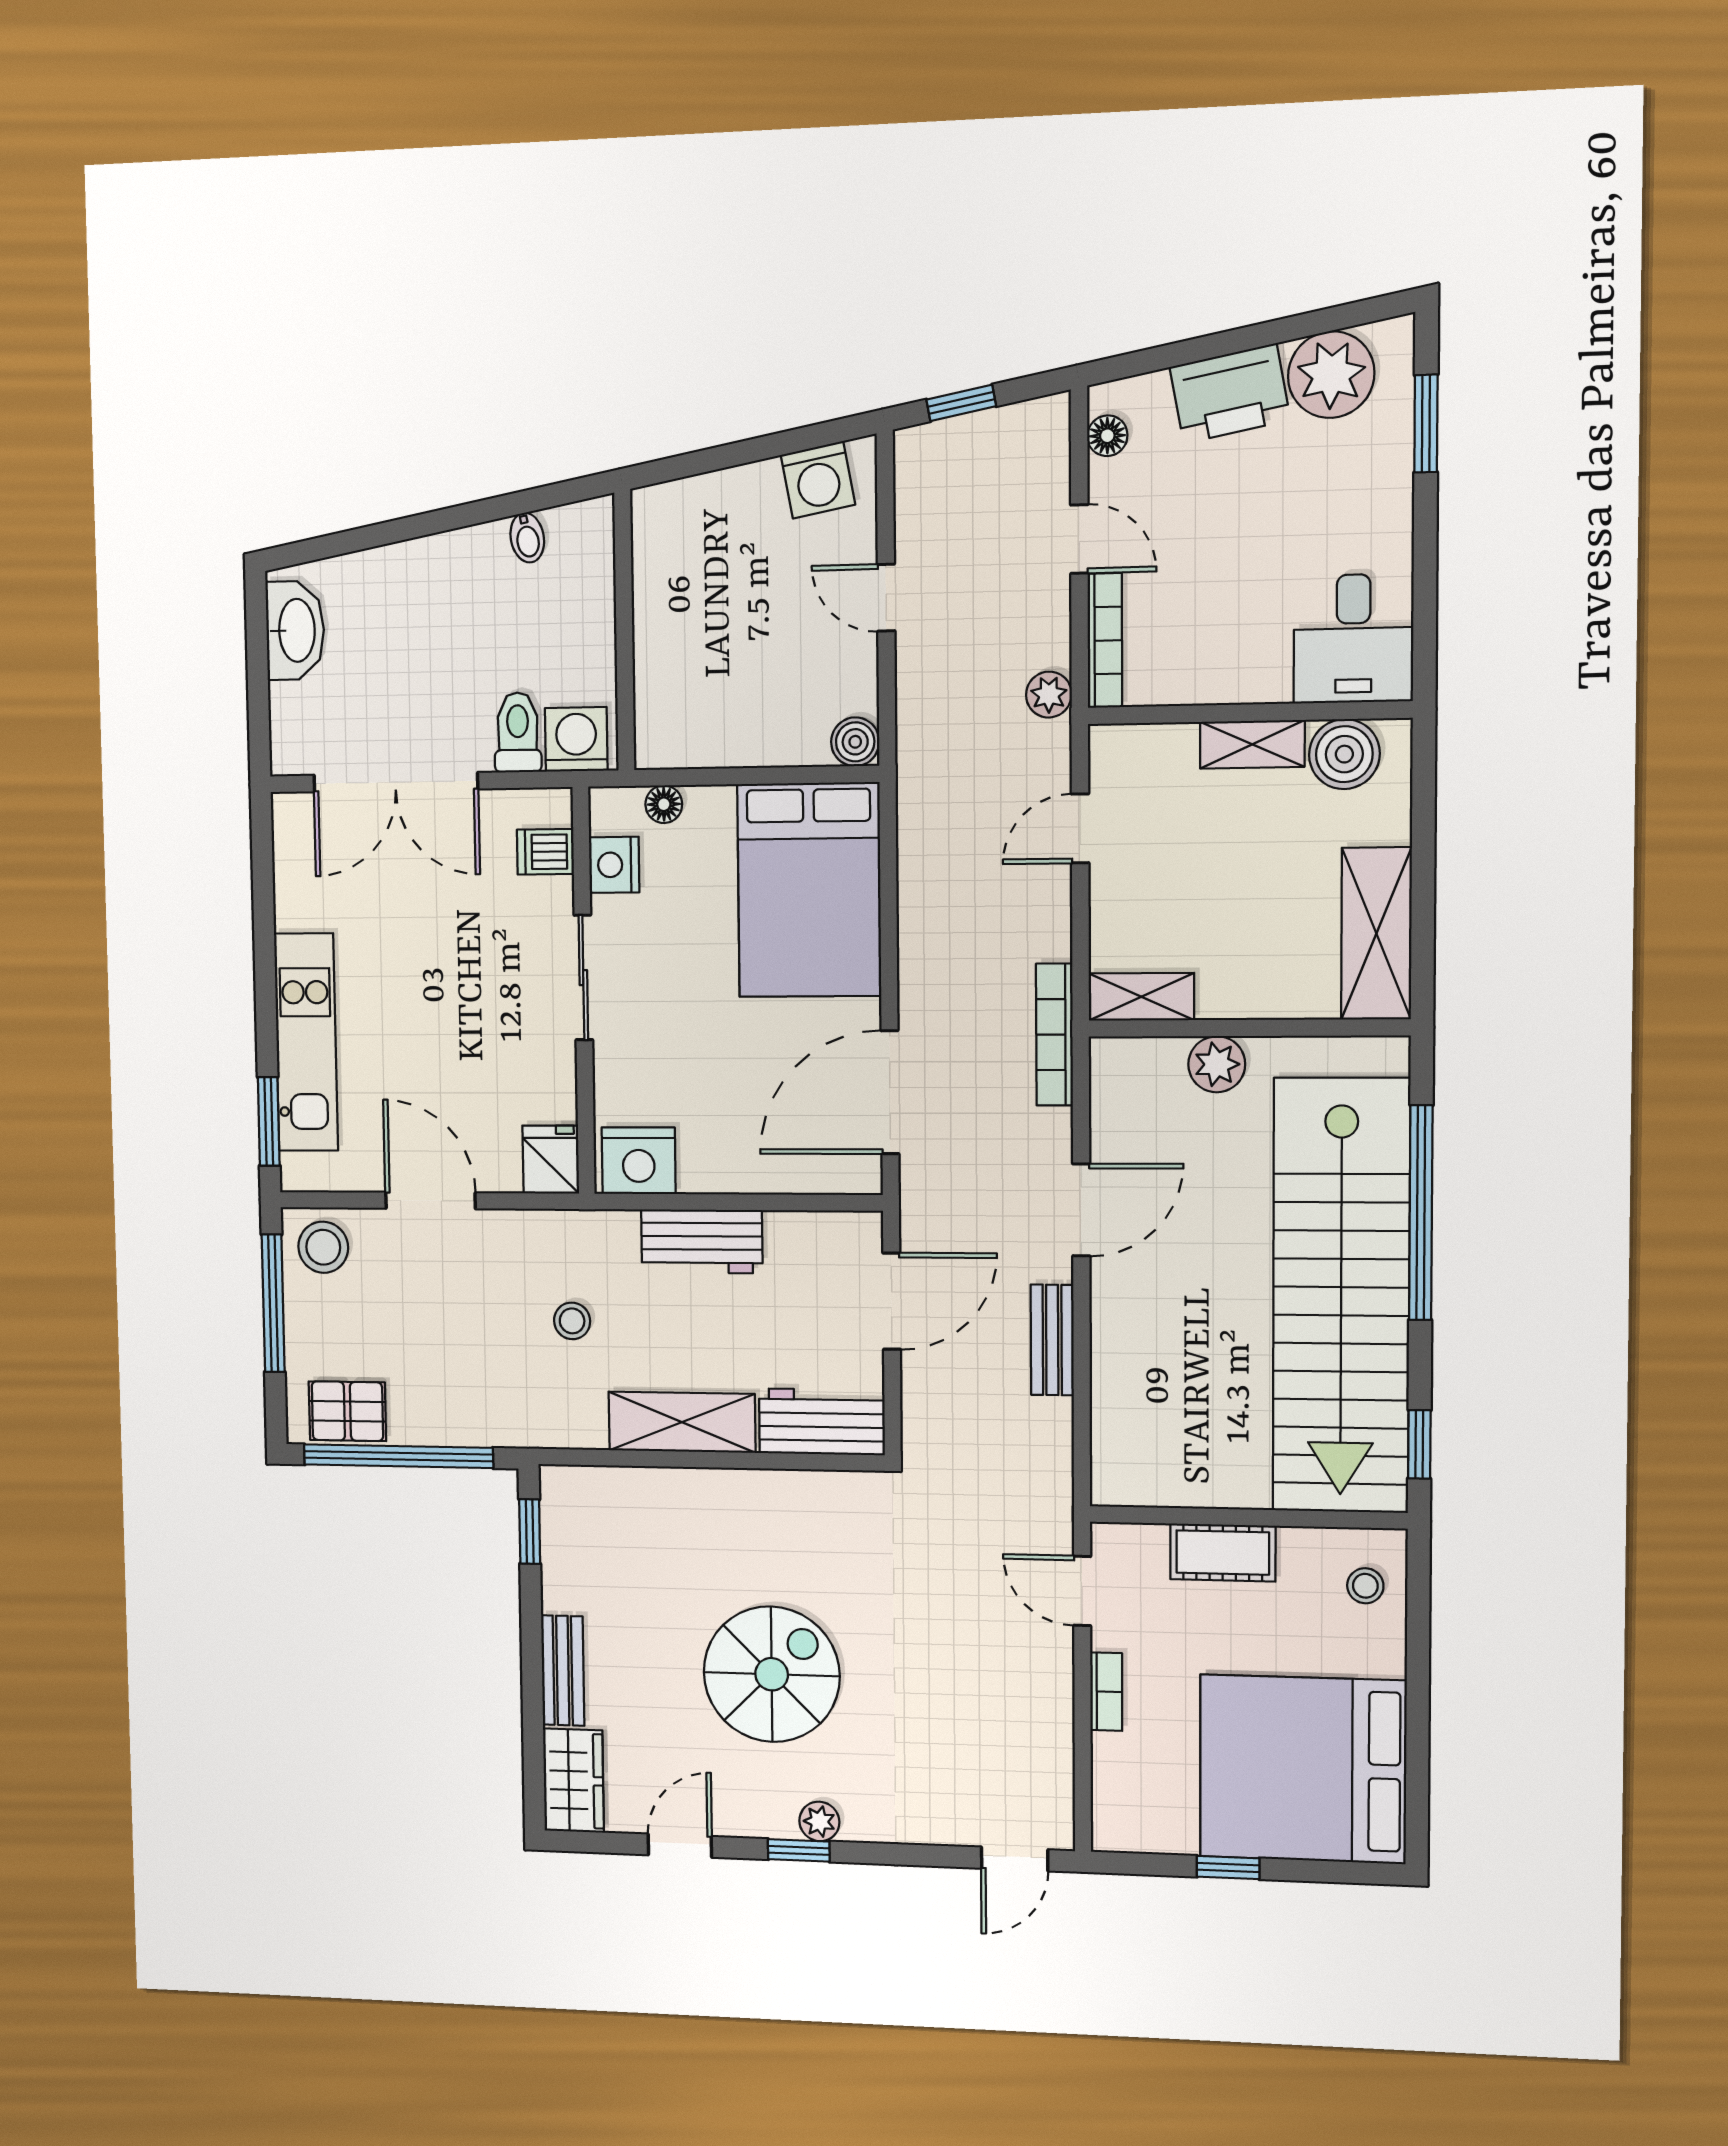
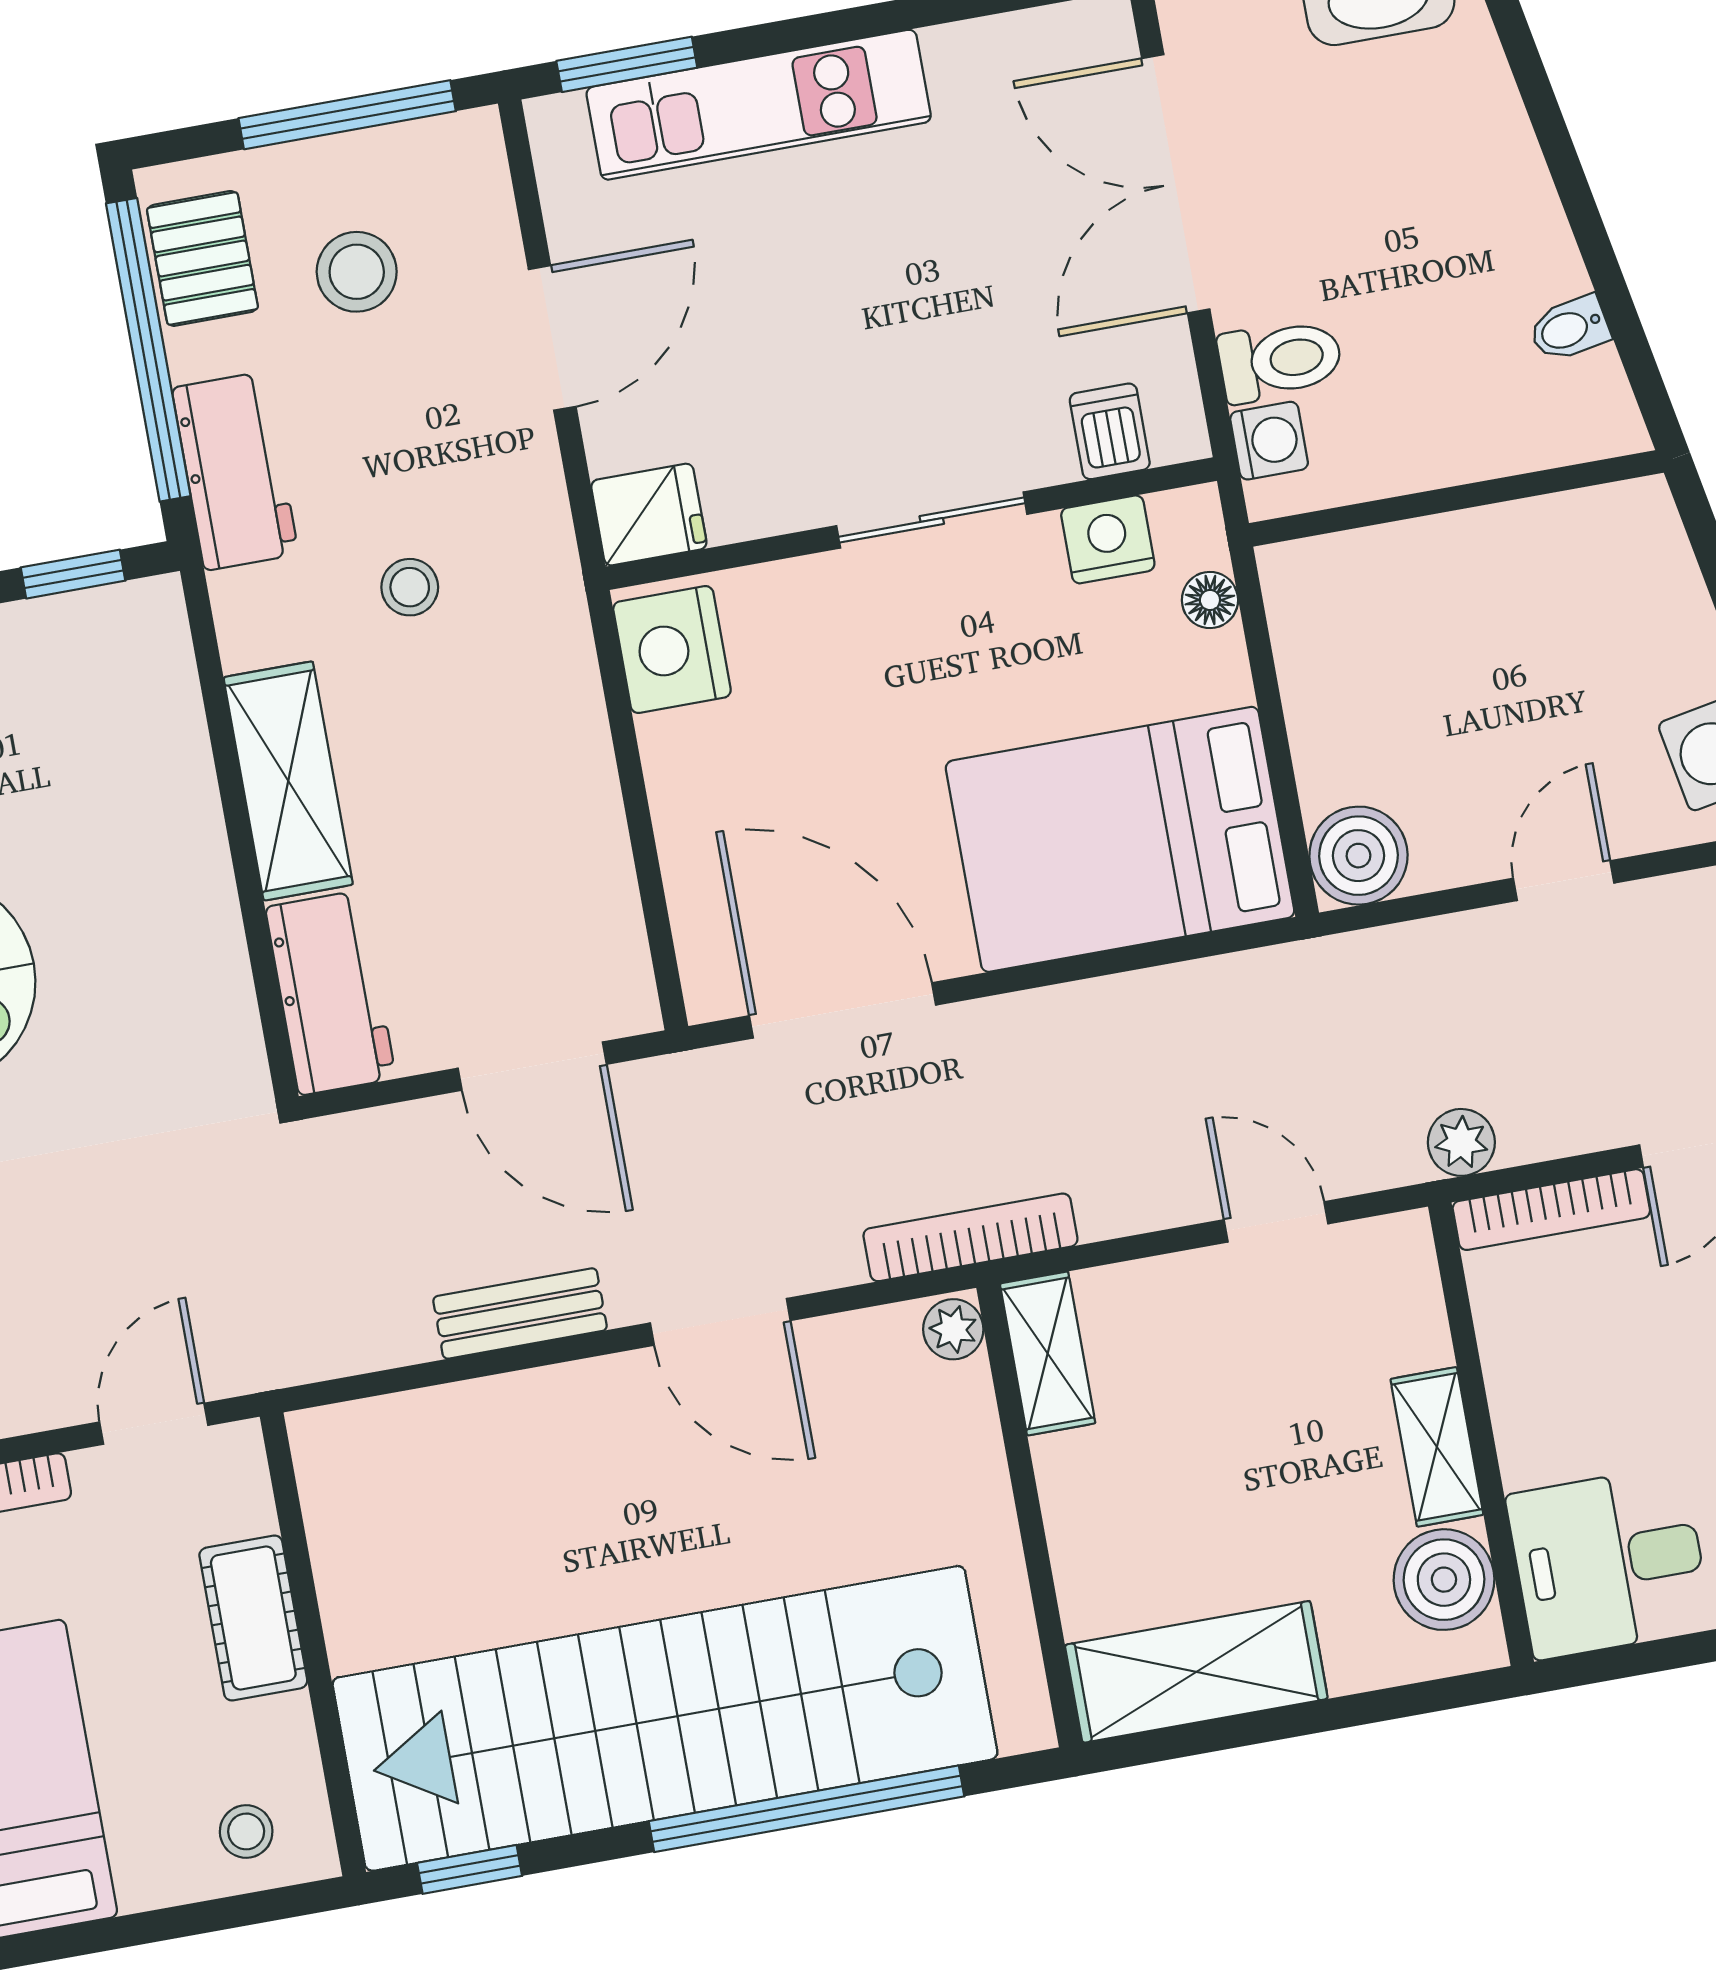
washing machine: (576, 739) -> (1269, 441), width x0.73, depth x0.73
boiler: (855, 742) -> (1358, 856), width x1.36, depth x1.36
plant: (1217, 1064) -> (953, 1329), moved, width x0.73, depth x0.73
workbench: (702, 1241) -> (235, 471), moved, turned 180
stool: (323, 1247) -> (357, 272), moved

